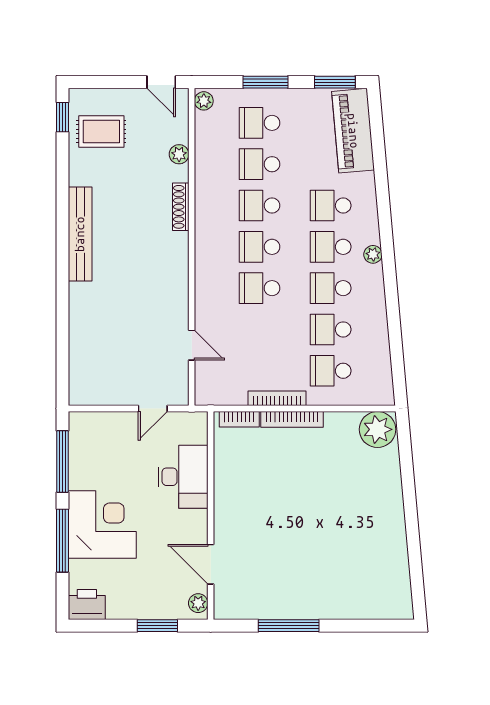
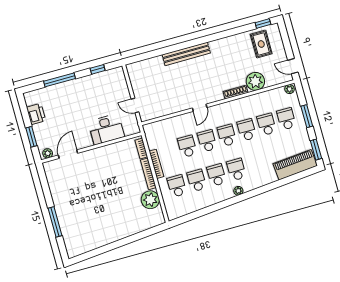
door: (161, 82) -> (293, 66), hinge flipped
plant: (179, 154) -> (255, 81), width x1.87, depth x1.87
school desk: (331, 206) -> (187, 146), moved
bench: (80, 234) -> (186, 54), moved
door: (192, 345) -> (200, 108), moved
plant: (378, 429) -> (150, 200), moved
window: (63, 461) -> (98, 69), width x0.46
corner desk: (102, 525) -> (73, 97), removed
printer: (87, 604) -> (36, 114), moved
window: (289, 626) -> (55, 222), moved

